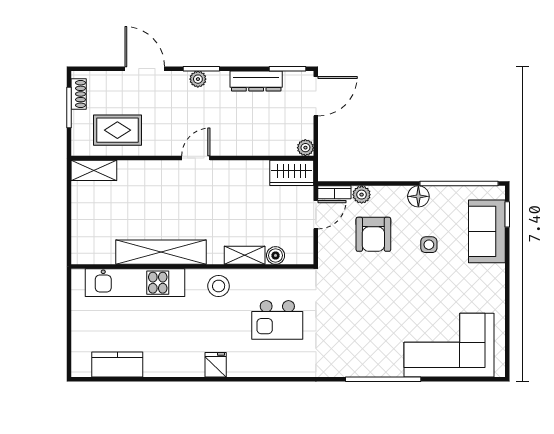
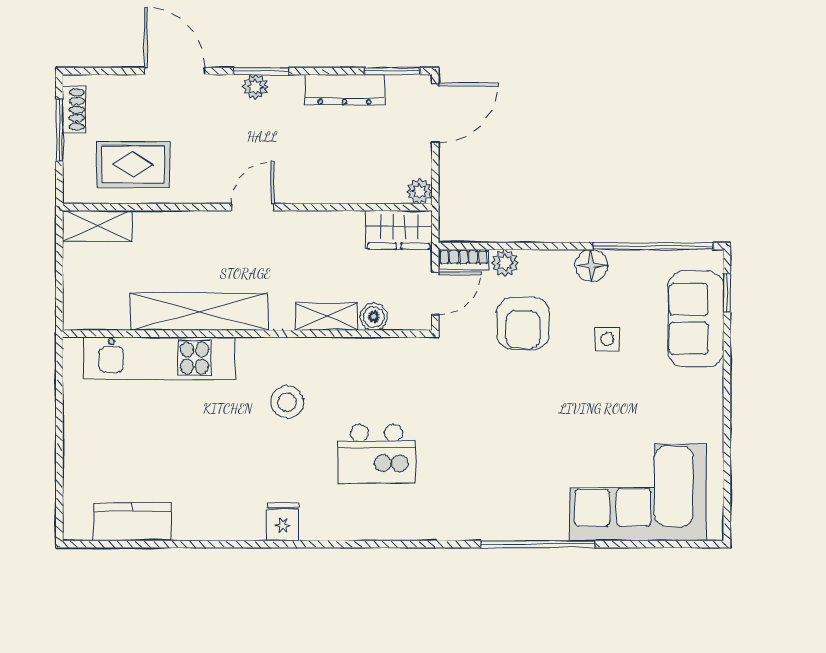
shelving: (161, 252) -> (199, 312), moved
shelving: (245, 255) -> (327, 316), moved
boiler: (276, 255) -> (374, 317), moved
wall: (192, 267) -> (247, 334), moved
kitchen unit: (135, 283) -> (160, 358), moved

